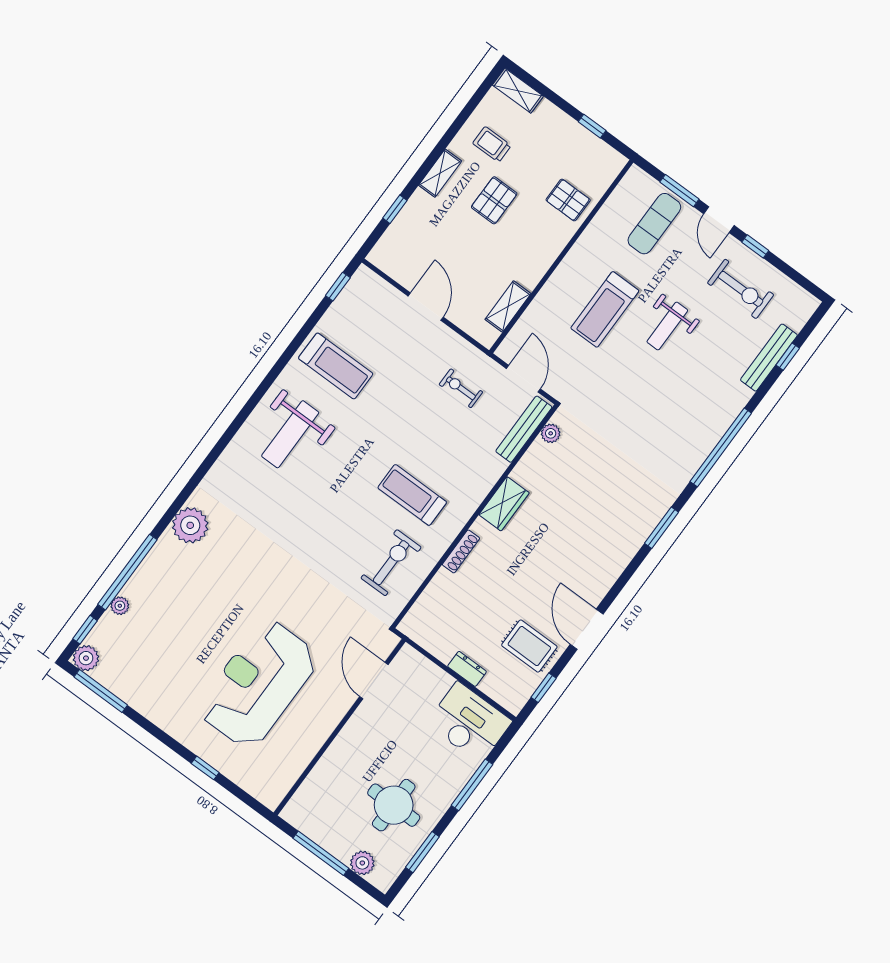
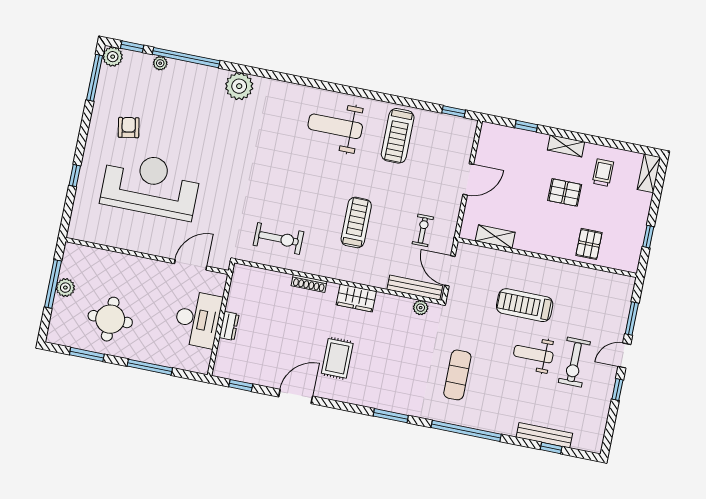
exercise mat: (654, 224) -> (457, 375), moved, turned 90
exercise bike: (741, 289) -> (574, 362), moved
door: (523, 379) -> (450, 271), swing flipped
treadmill: (412, 495) -> (356, 222), moved
rug: (529, 646) -> (337, 358), moved
armchair: (178, 678) -> (129, 128), added
desk: (469, 722) -> (198, 319), moved
plant: (362, 863) -> (65, 288), moved

